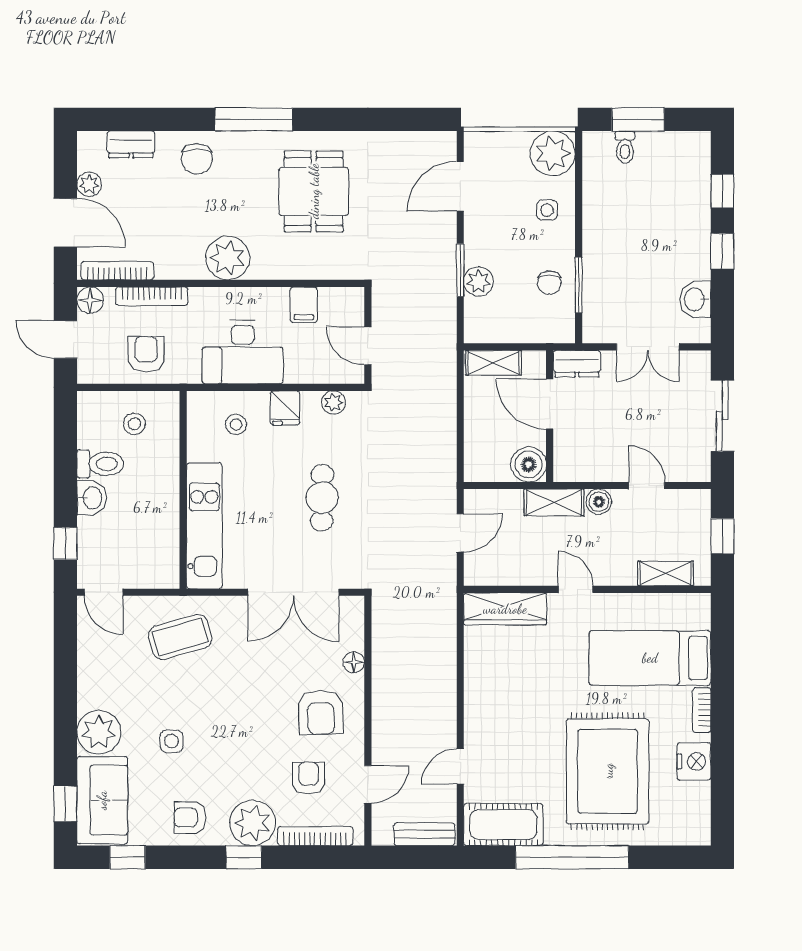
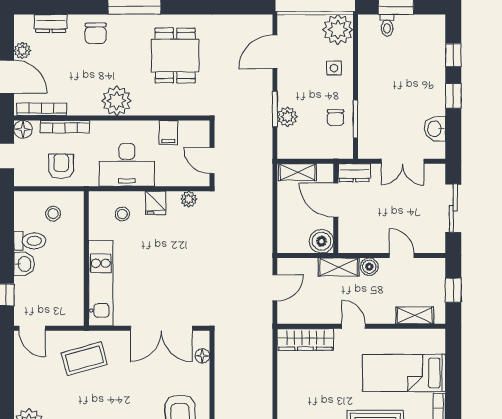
cafe table: (322, 498) -> (181, 264), removed
floor lamp: (354, 662) -> (202, 356), moved

